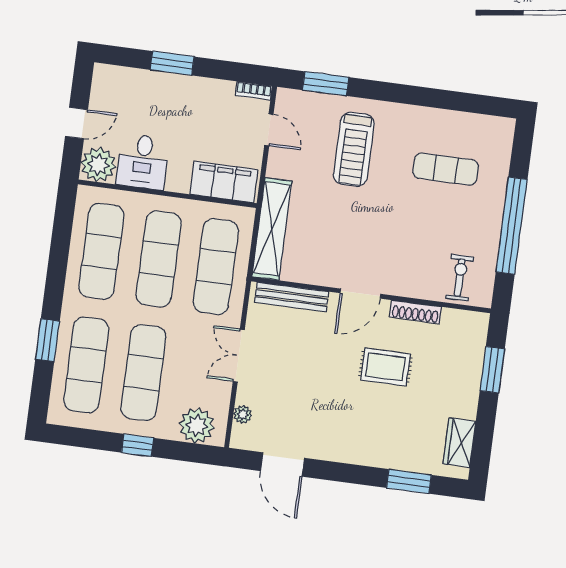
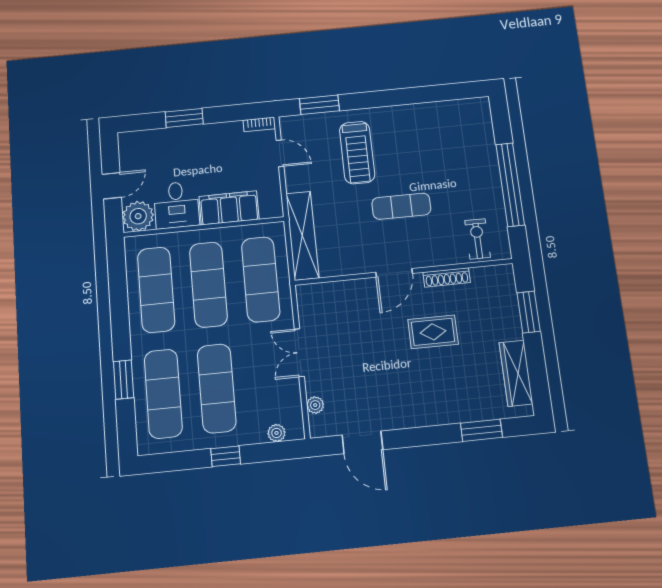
exercise mat: (446, 169) -> (401, 206), moved
filing cabinet: (224, 182) -> (229, 208), moved
bench: (292, 297) -> (334, 290), removed
plant: (197, 426) -> (277, 433), width x0.53, depth x0.53
wardrobe: (459, 443) -> (516, 373), width x1.50

